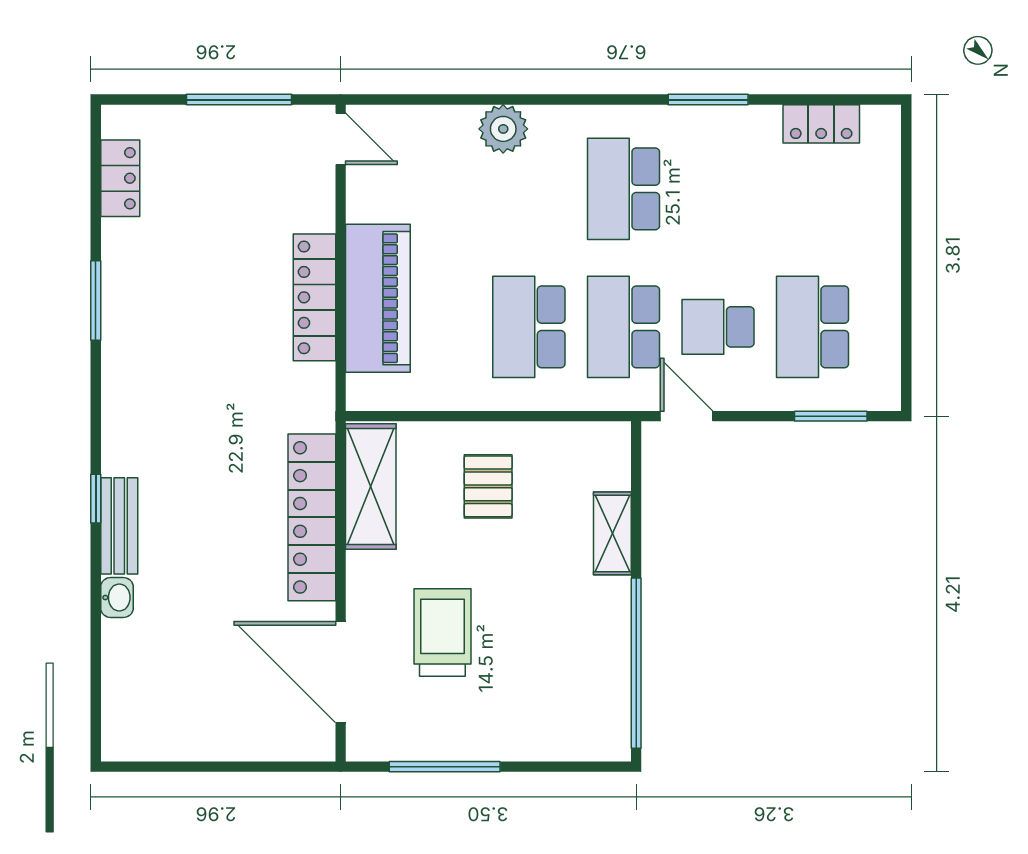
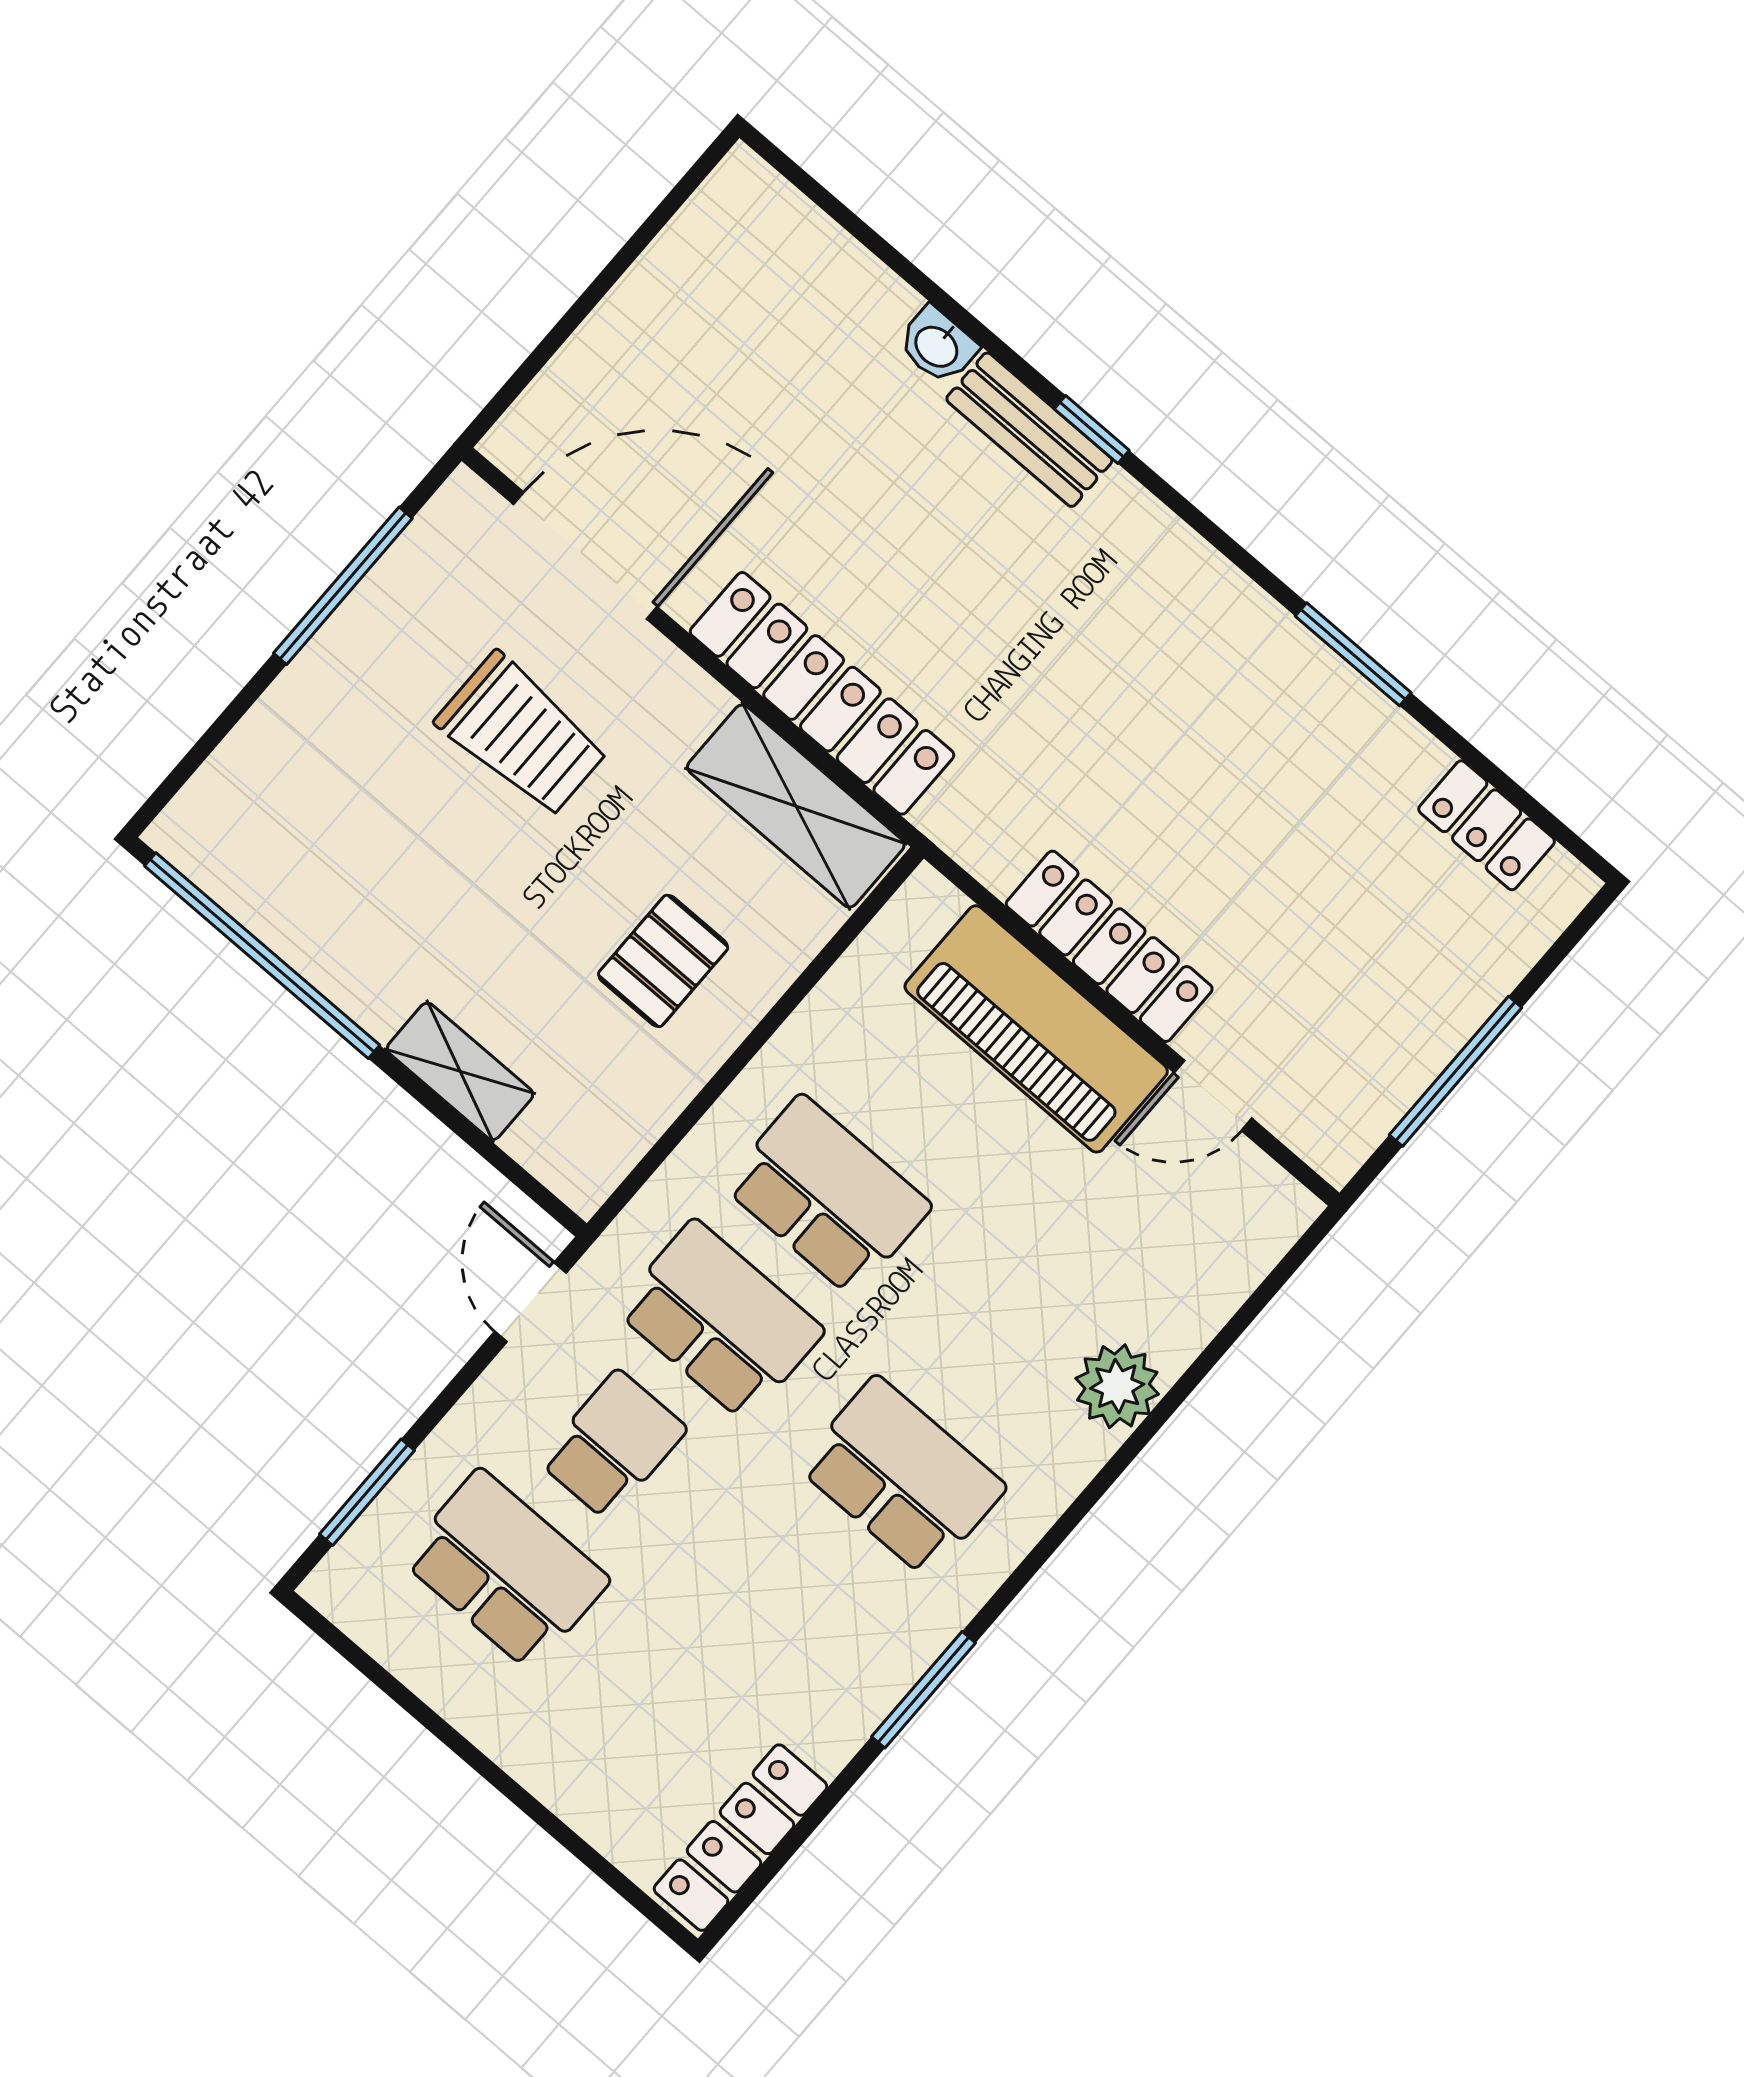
locker: (821, 124) -> (741, 1838), width x1.53
door: (341, 139) -> (1213, 1095), moved
door: (687, 416) -> (531, 1302), swing flipped
pallet: (488, 486) -> (663, 961), turned 90

